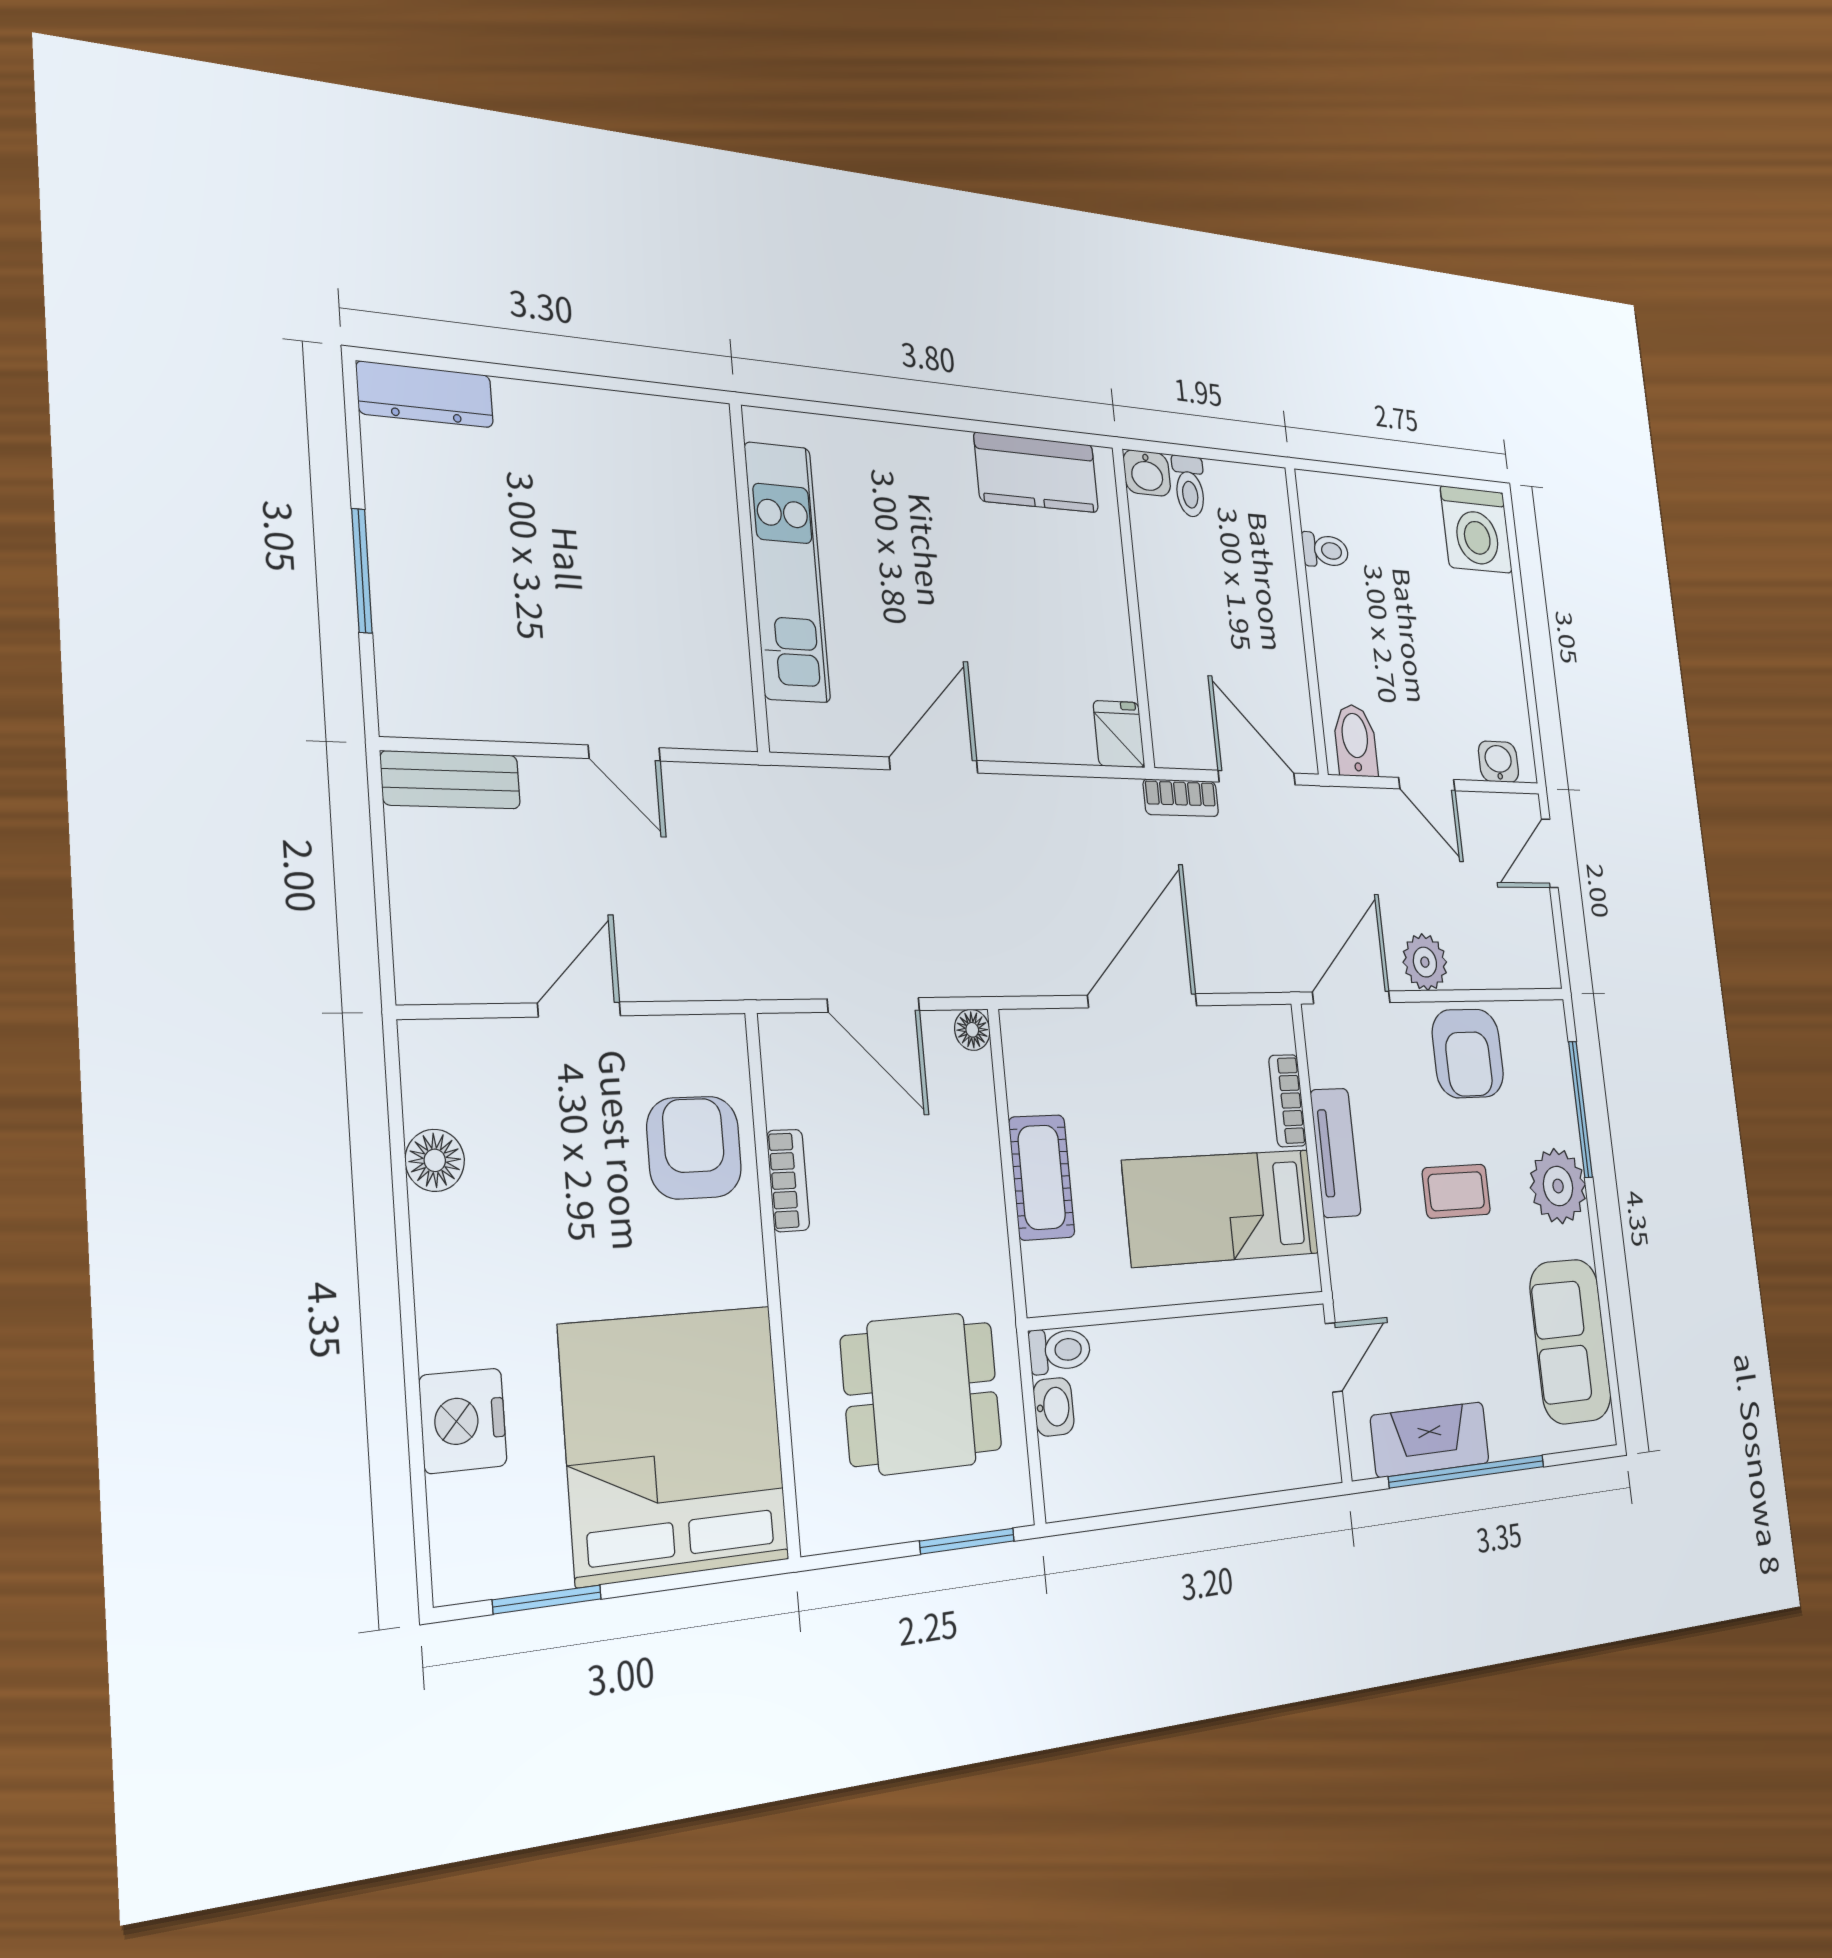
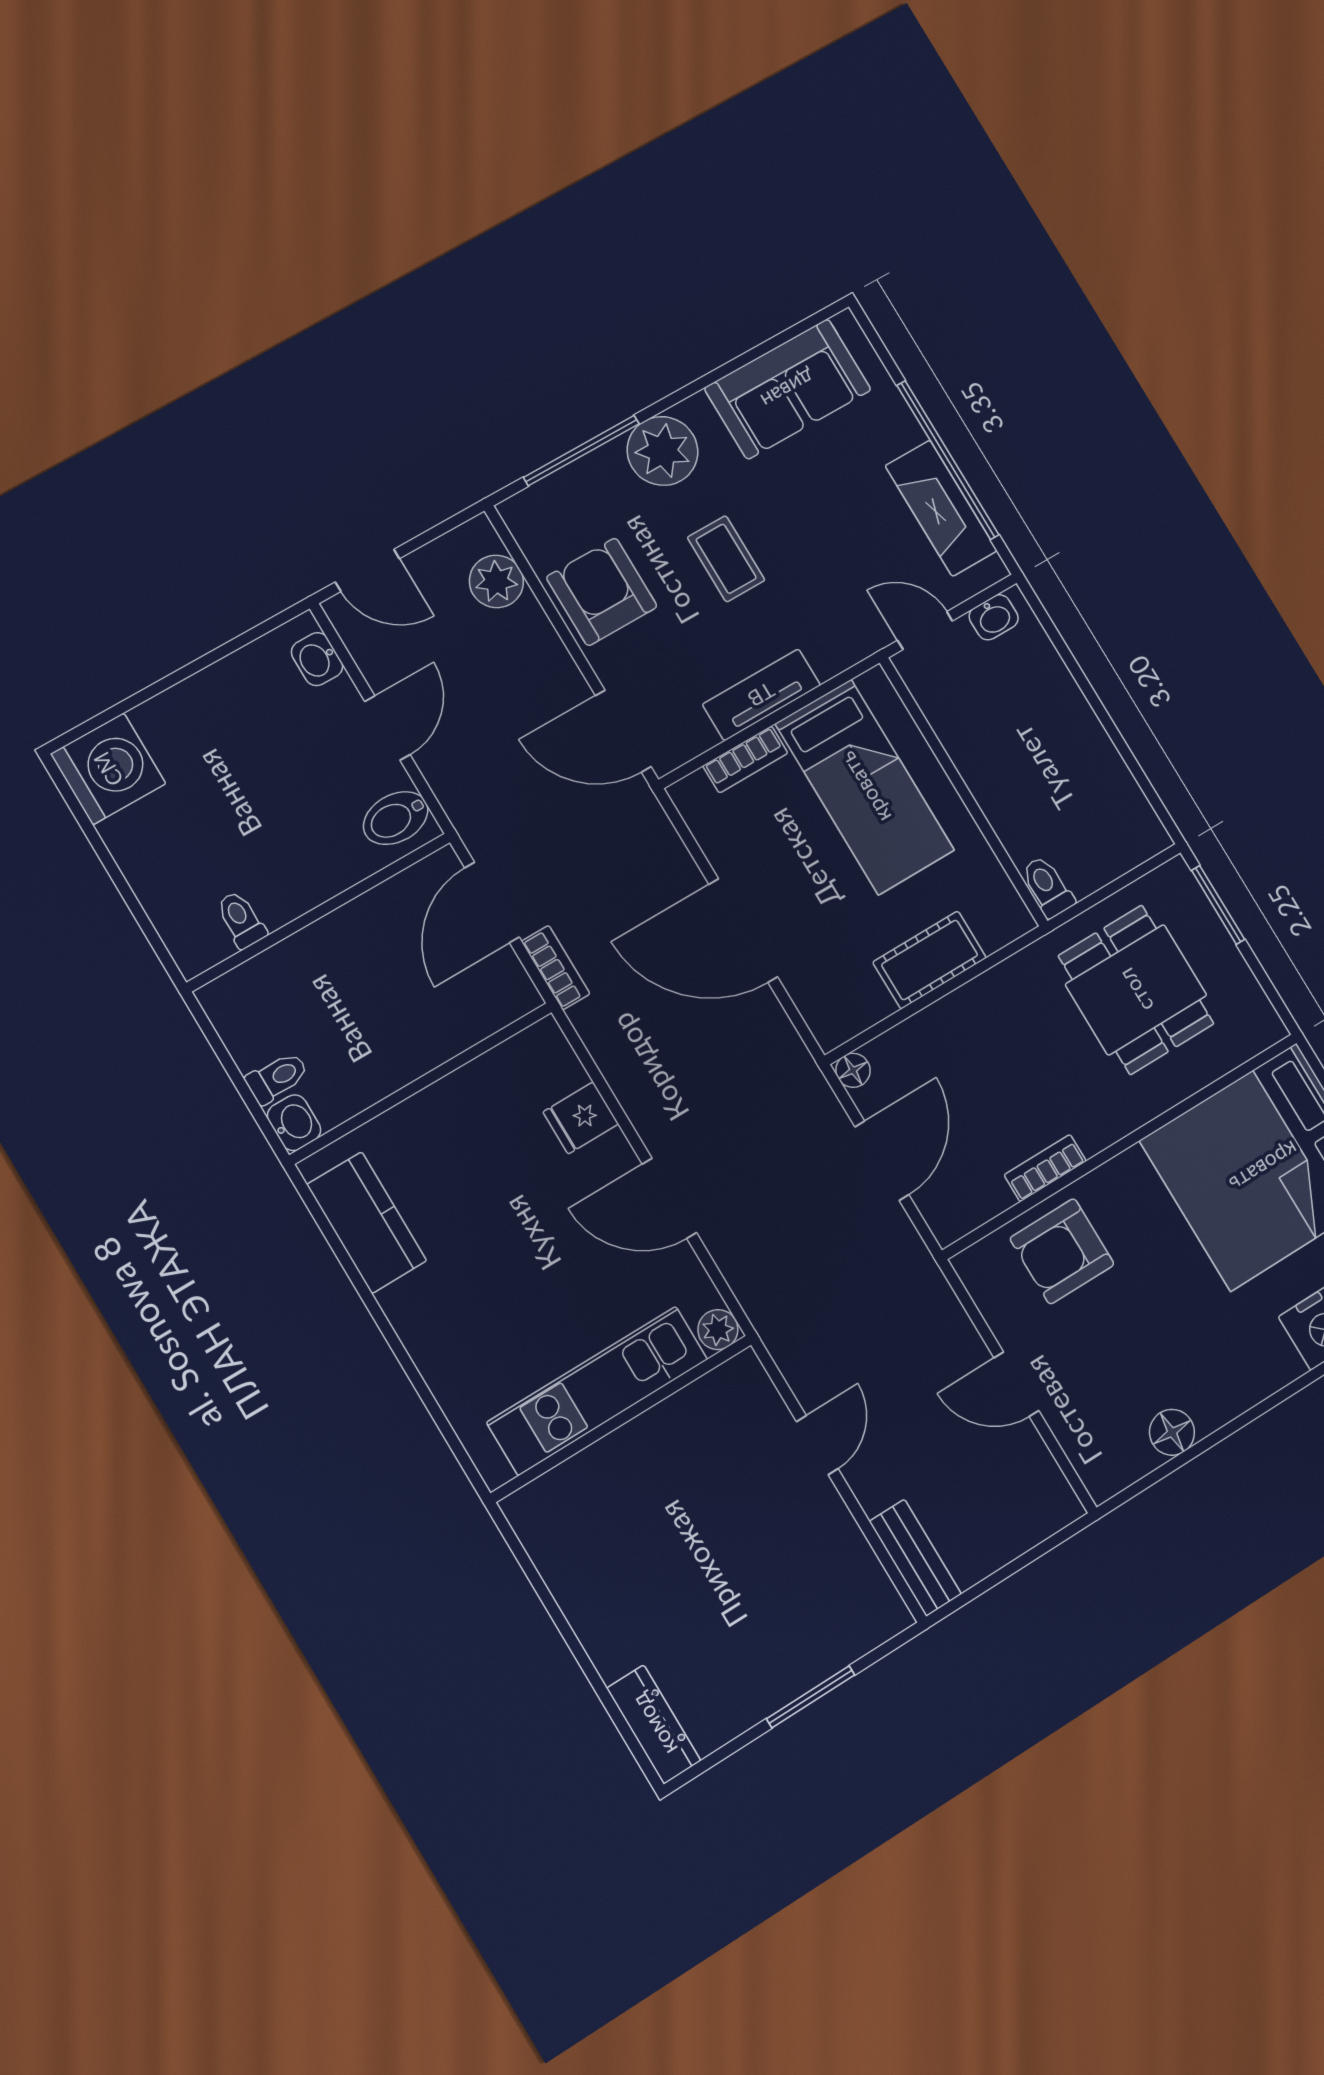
plant: (789, 729) -> (718, 1330), added
fridge: (1119, 734) -> (581, 1118), moved
plant: (1425, 962) -> (496, 581), moved
armchair: (1468, 1053) -> (602, 592), turned -90
washbasin: (1054, 1407) -> (994, 617), moved, turned 180

